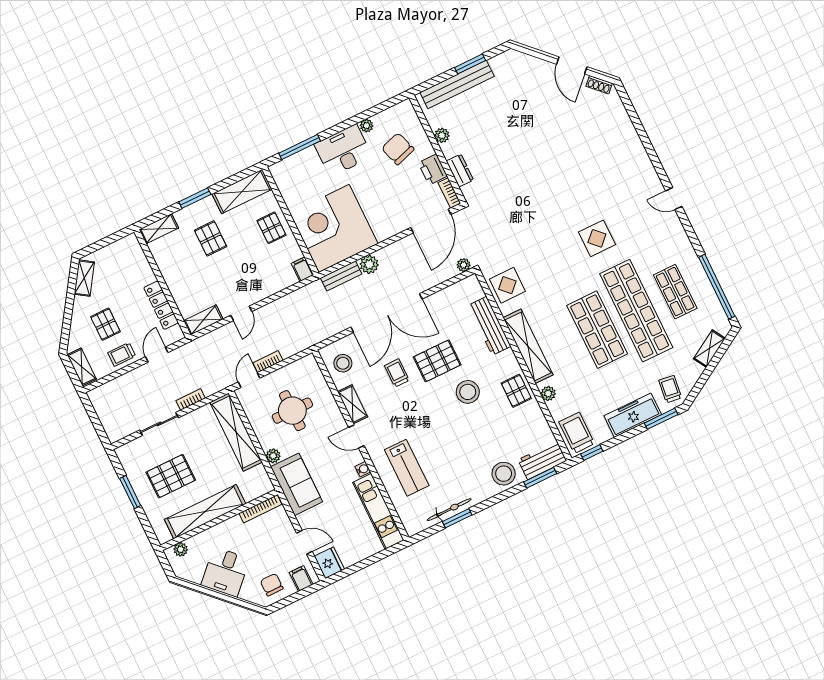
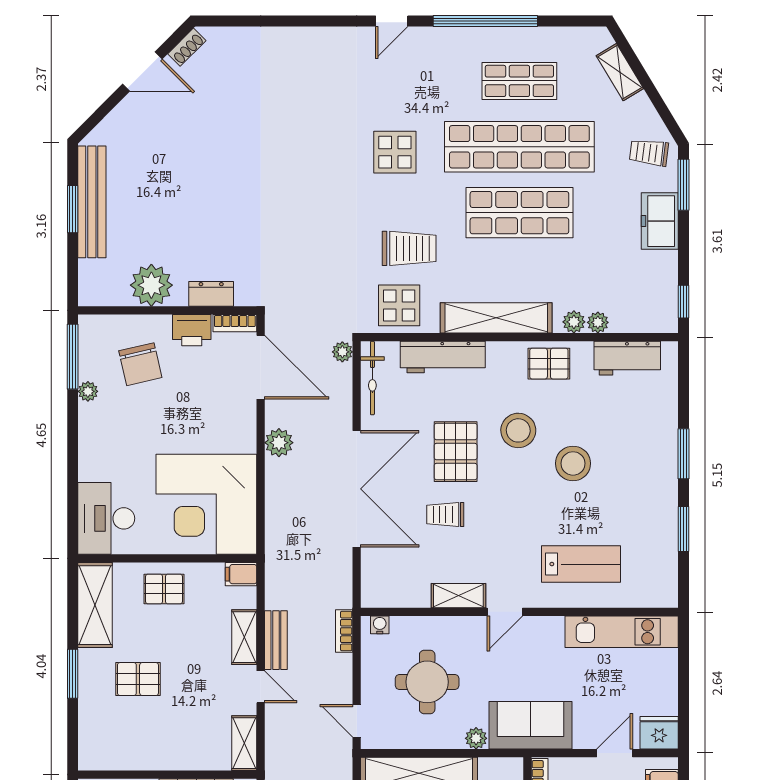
bench: (457, 84) -> (92, 202), moved
plant: (442, 135) -> (151, 285), width x1.87, depth x1.87
window: (300, 147) -> (73, 357), moved
chair: (398, 149) -> (140, 364), turned -85
desk: (343, 150) -> (106, 518), moved
shelving: (159, 229) -> (244, 637), moved
plant: (369, 264) -> (279, 443), moved
bench: (341, 276) -> (276, 640), moved
window: (717, 287) -> (485, 21), moved
bookcase: (268, 362) -> (344, 631), moved
stool: (343, 363) -> (396, 582), removed
plant: (555, 408) -> (598, 322), added
freezer: (633, 415) -> (660, 221), width x0.71
trolley: (577, 433) -> (409, 248), moved, turned 180
workbench: (542, 460) -> (627, 358), moved, turned -90
water cooler: (363, 469) -> (380, 625), moved
stool: (504, 474) -> (573, 463), moved
window: (540, 478) -> (683, 454), moved
bicycle: (449, 510) -> (372, 378), moved, turned 180

